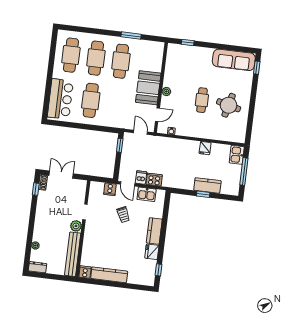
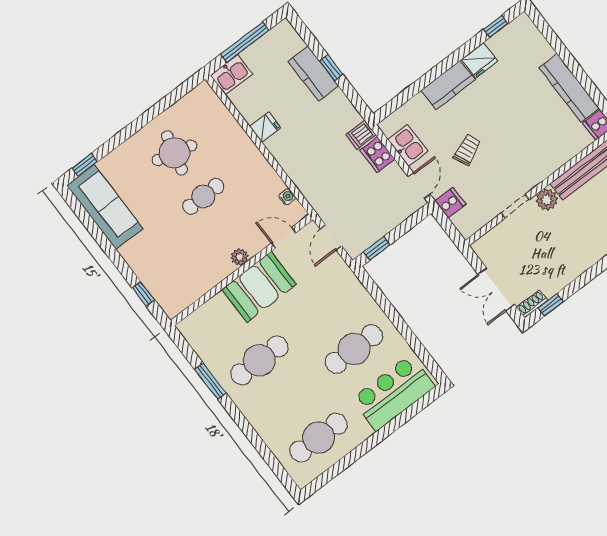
cafe table: (96, 58) -> (289, 399), removed
dishwasher: (141, 177) -> (361, 135), moved

